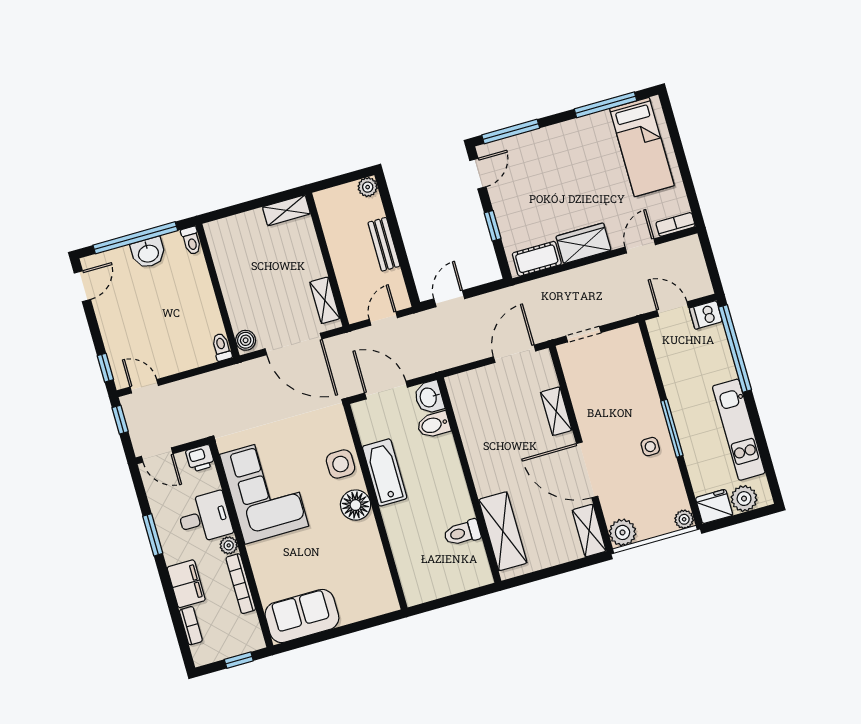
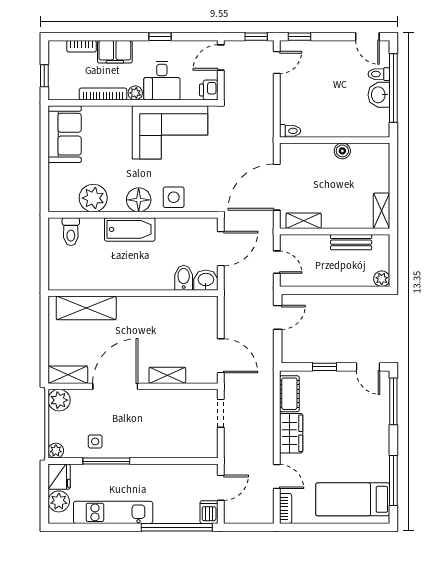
toilet: (191, 241) -> (379, 74), moved
bench: (384, 244) -> (351, 242), moved
door: (449, 299) -> (278, 317), hinge flipped
boiler: (246, 340) -> (342, 151), moved
window: (672, 428) -> (106, 461), moved
side table: (650, 447) -> (95, 441), moved
bathtub: (385, 472) -> (130, 229), moved
toilet: (462, 533) -> (71, 232), moved, turned 180
window: (153, 535) -> (160, 37), width x0.67
plant: (369, 560) -> (93, 198), added

